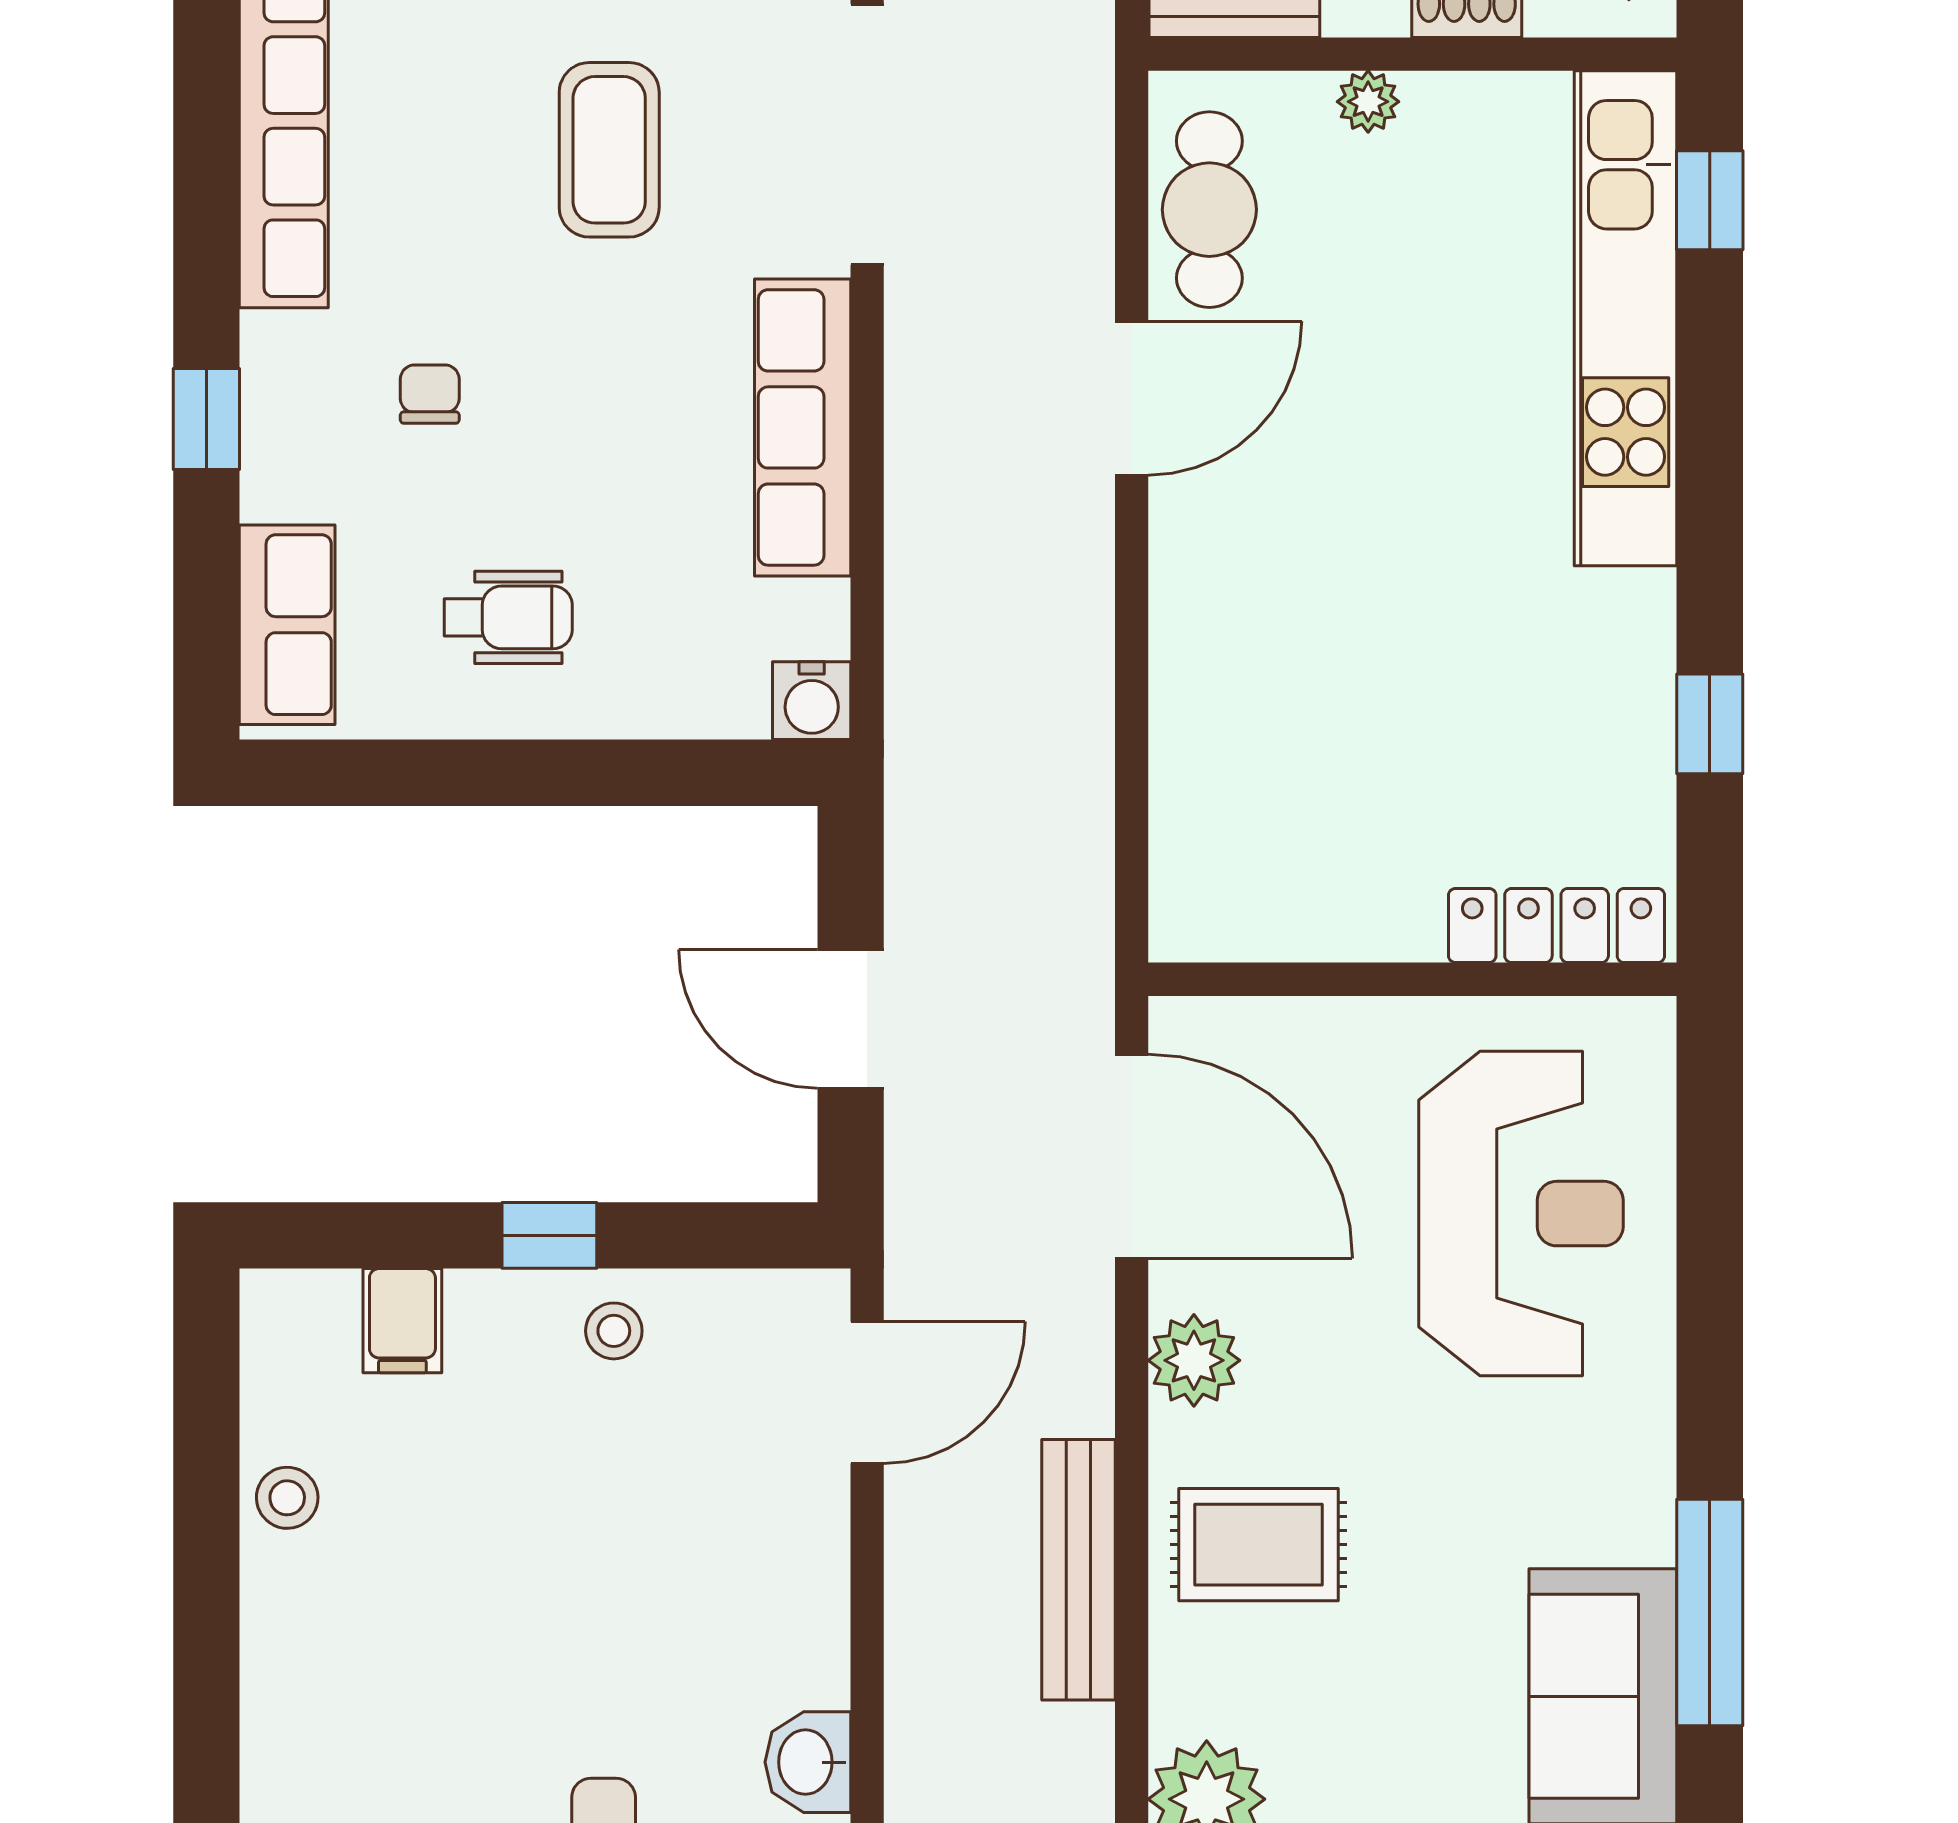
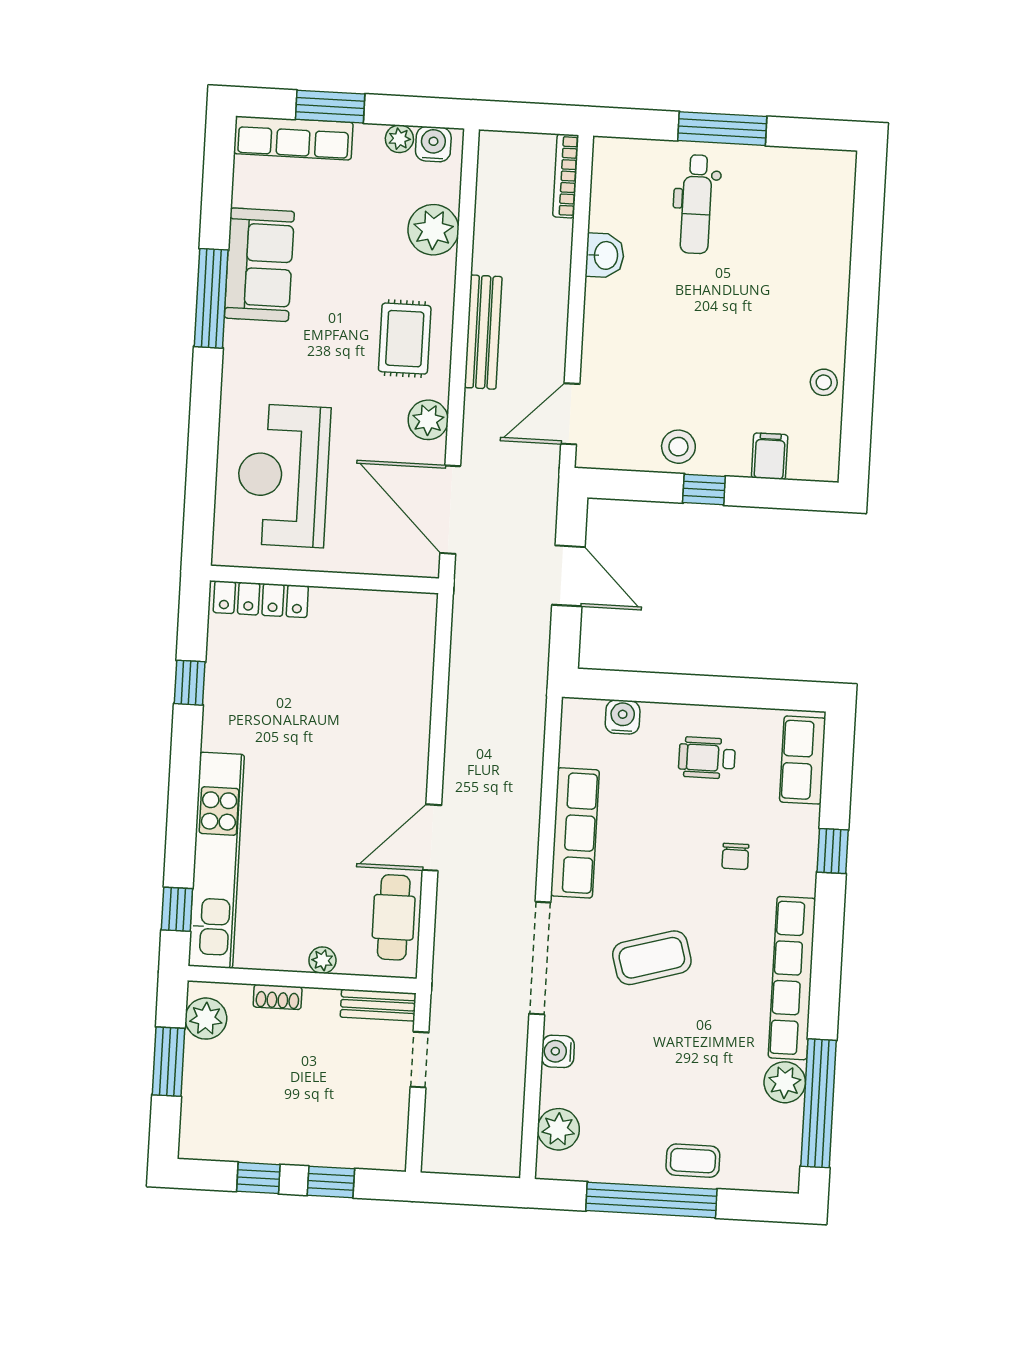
coffee table: (609, 150) -> (652, 958), turned 74
water cooler: (812, 701) -> (623, 717), moved
stool: (614, 1331) -> (678, 447), width x1.37, depth x1.37
rug: (1259, 1545) -> (405, 339), turned 90

